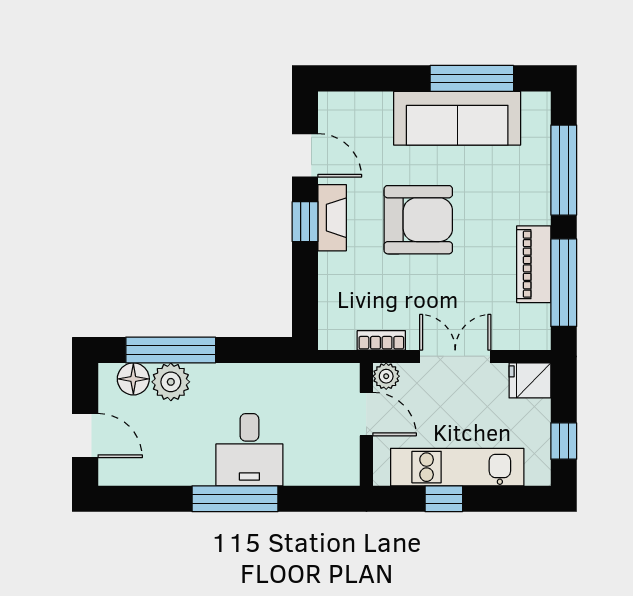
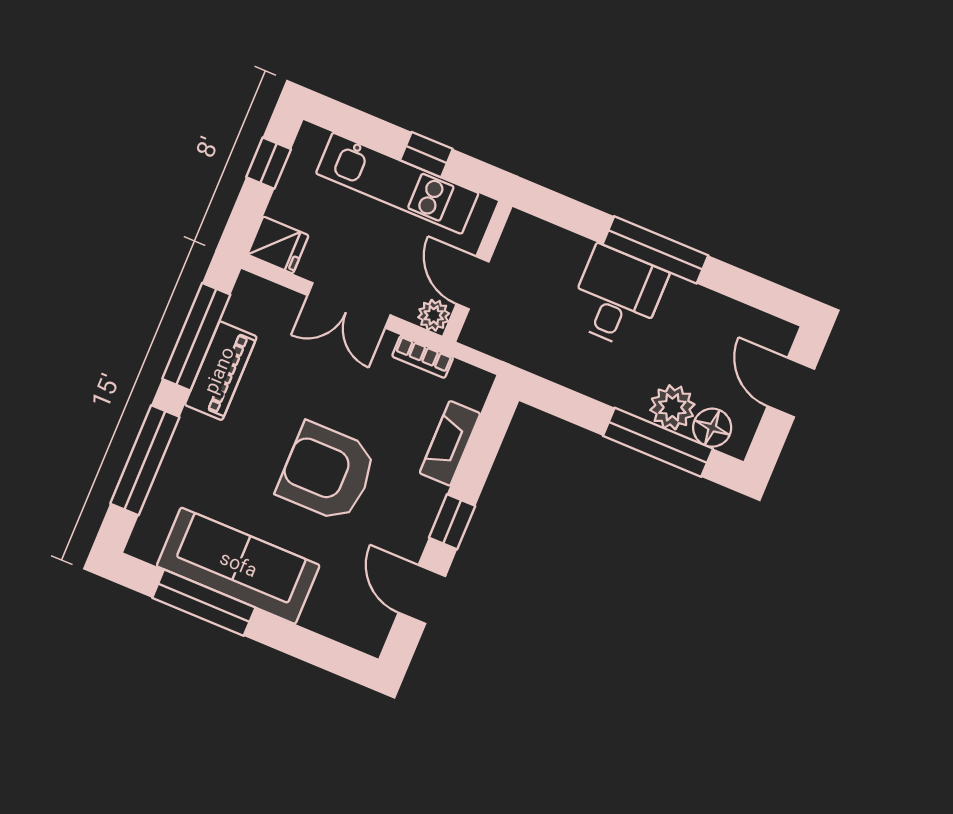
fireplace: (332, 218) -> (450, 443), moved

